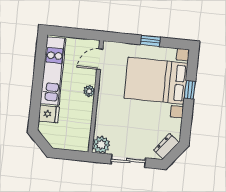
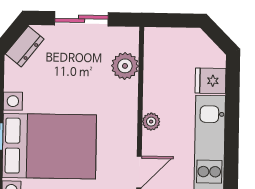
plant: (101, 145) -> (125, 66), moved

